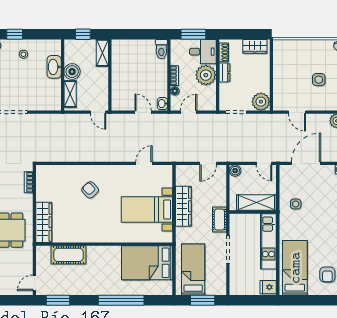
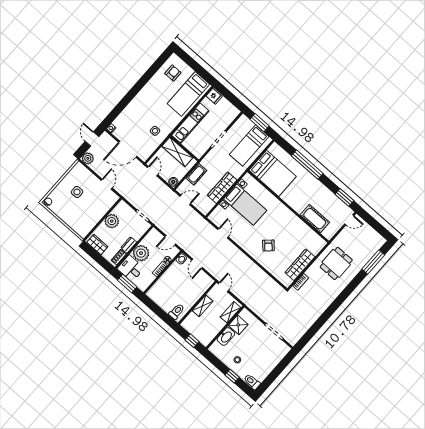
toilet: (161, 49) -> (177, 311), moved
shelving: (102, 53) -> (202, 306), moved
boiler: (72, 72) -> (218, 324), removed
shower: (52, 88) -> (238, 325), added
plant: (261, 102) -> (112, 221), moved
door: (144, 163) -> (223, 233), swing flipped
cot: (219, 220) -> (196, 174), moved
wardrobe: (44, 222) -> (300, 265), moved

